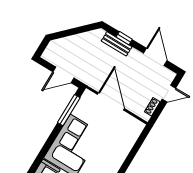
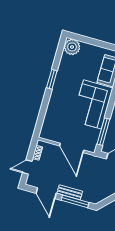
window: (124, 38) -> (75, 201), width x2.17
bench: (117, 44) -> (70, 192), moved

